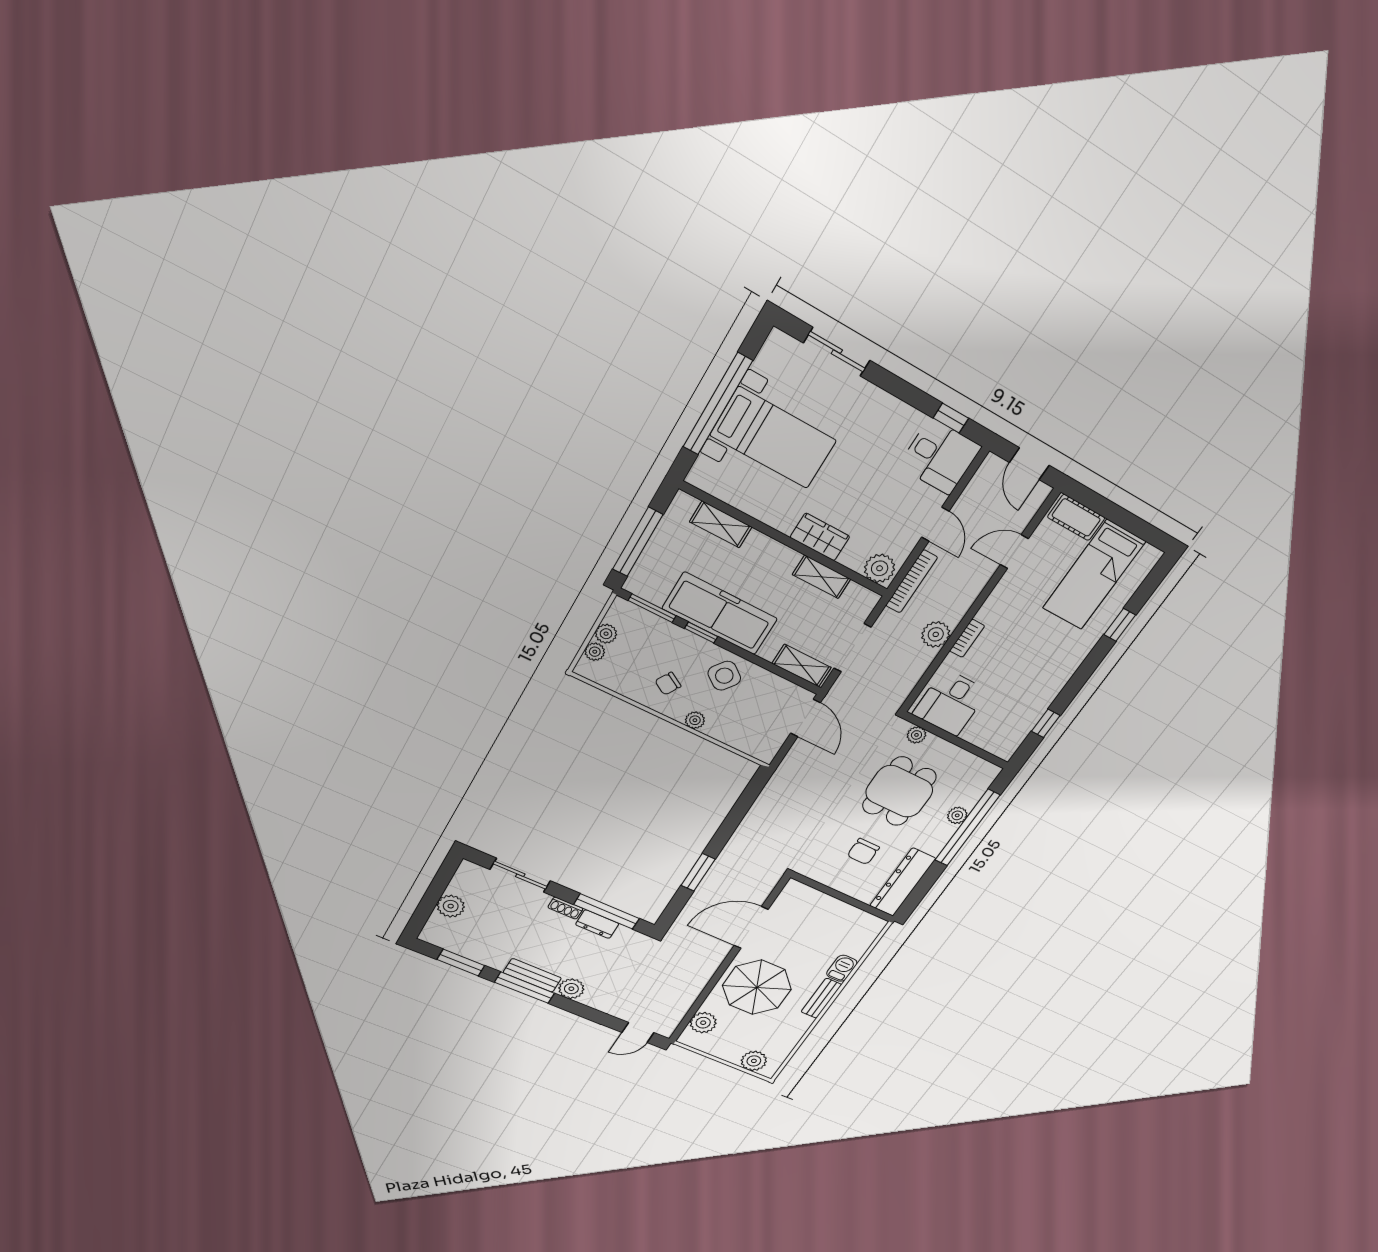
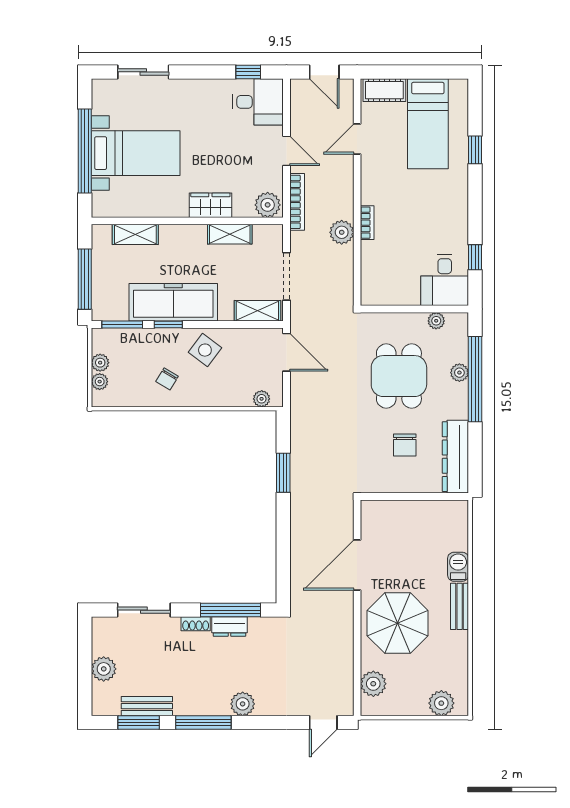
desk: (950, 703) -> (445, 280), moved
plant: (695, 720) -> (262, 399), moved
plant: (916, 735) -> (436, 321), moved
window: (698, 872) -> (283, 473), moved
bench: (532, 975) -> (147, 706), moved

